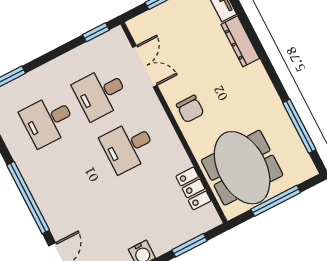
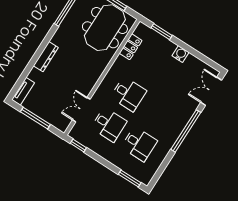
dresser: (240, 41) -> (46, 57), moved
chair: (190, 109) -> (90, 73), removed

